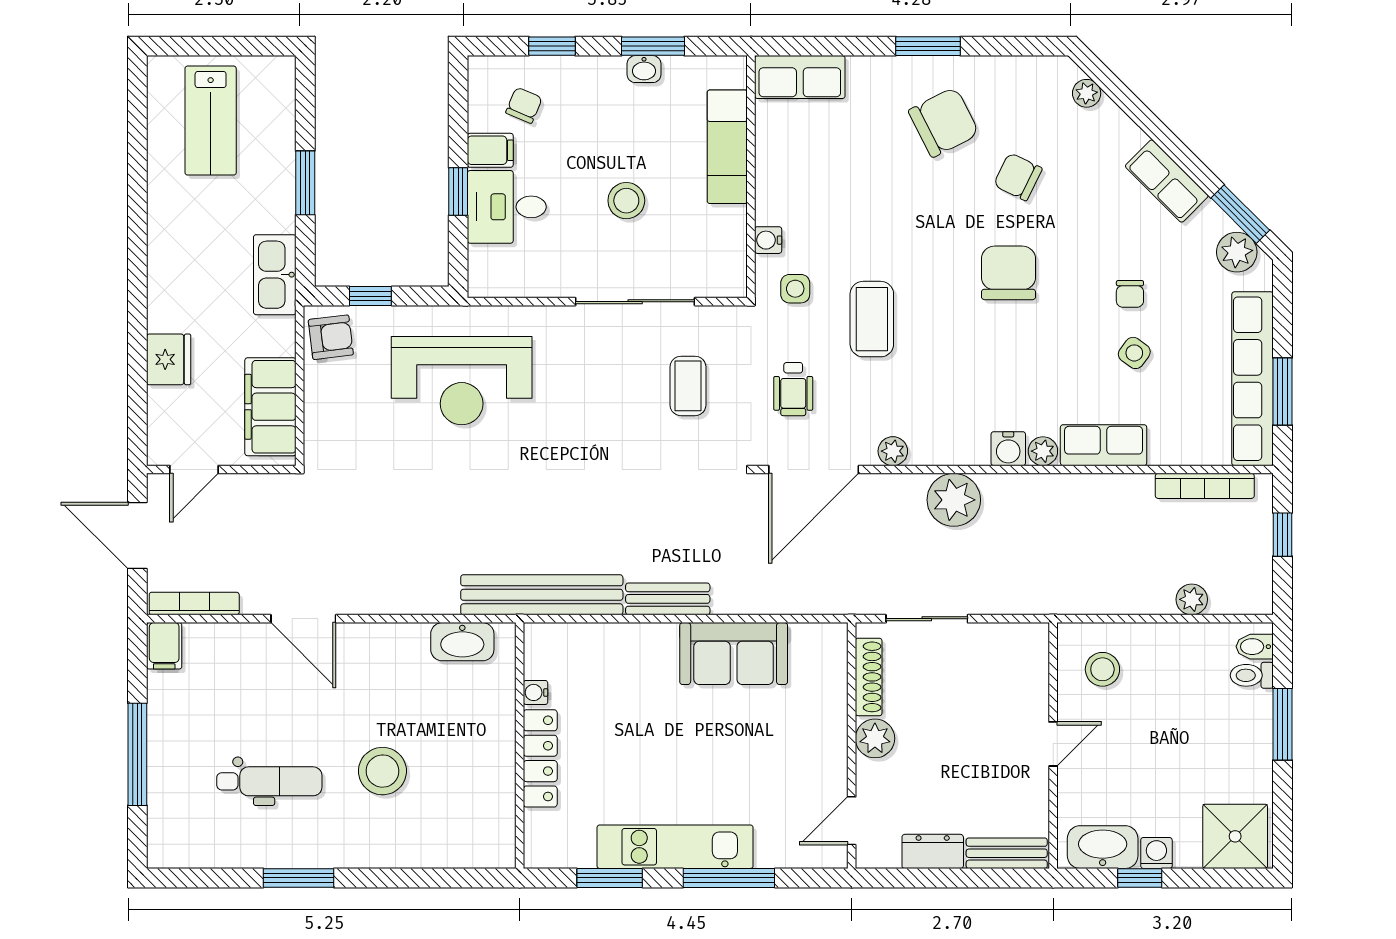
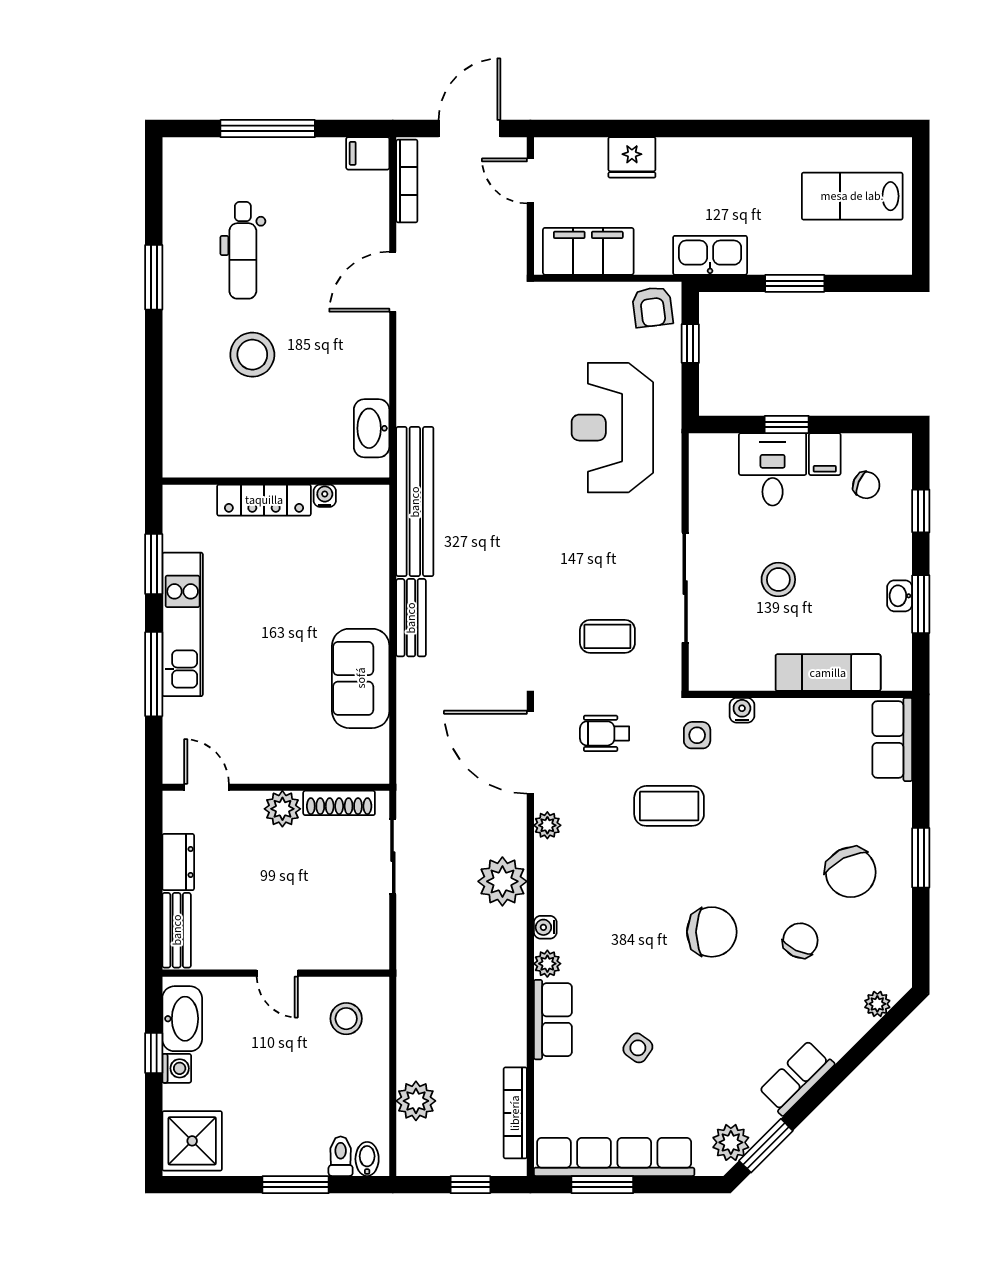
chair: (1130, 294) -> (692, 1044), removed
water cooler: (1008, 449) -> (545, 927), width x0.72, depth x0.72
plant: (1192, 599) -> (416, 1101), width x1.38, depth x1.38

